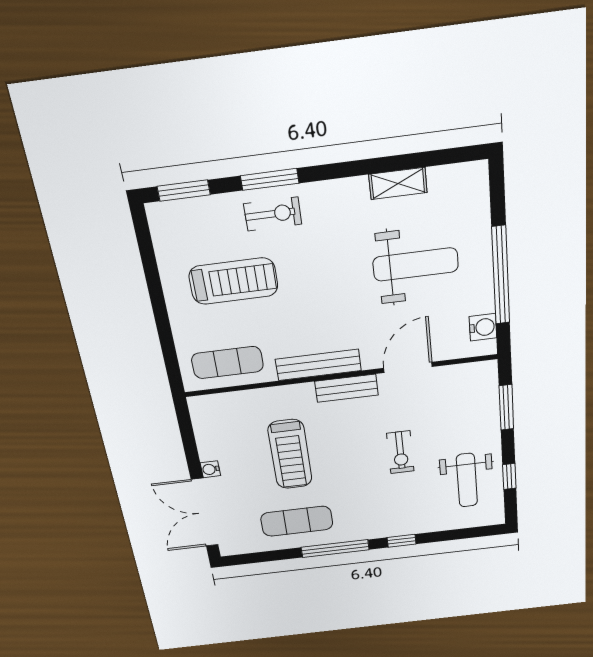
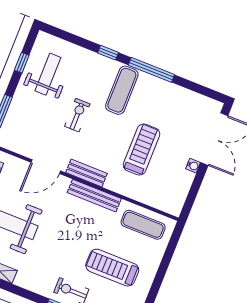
exercise mat: (297, 521) -> (122, 90), moved, turned 90

